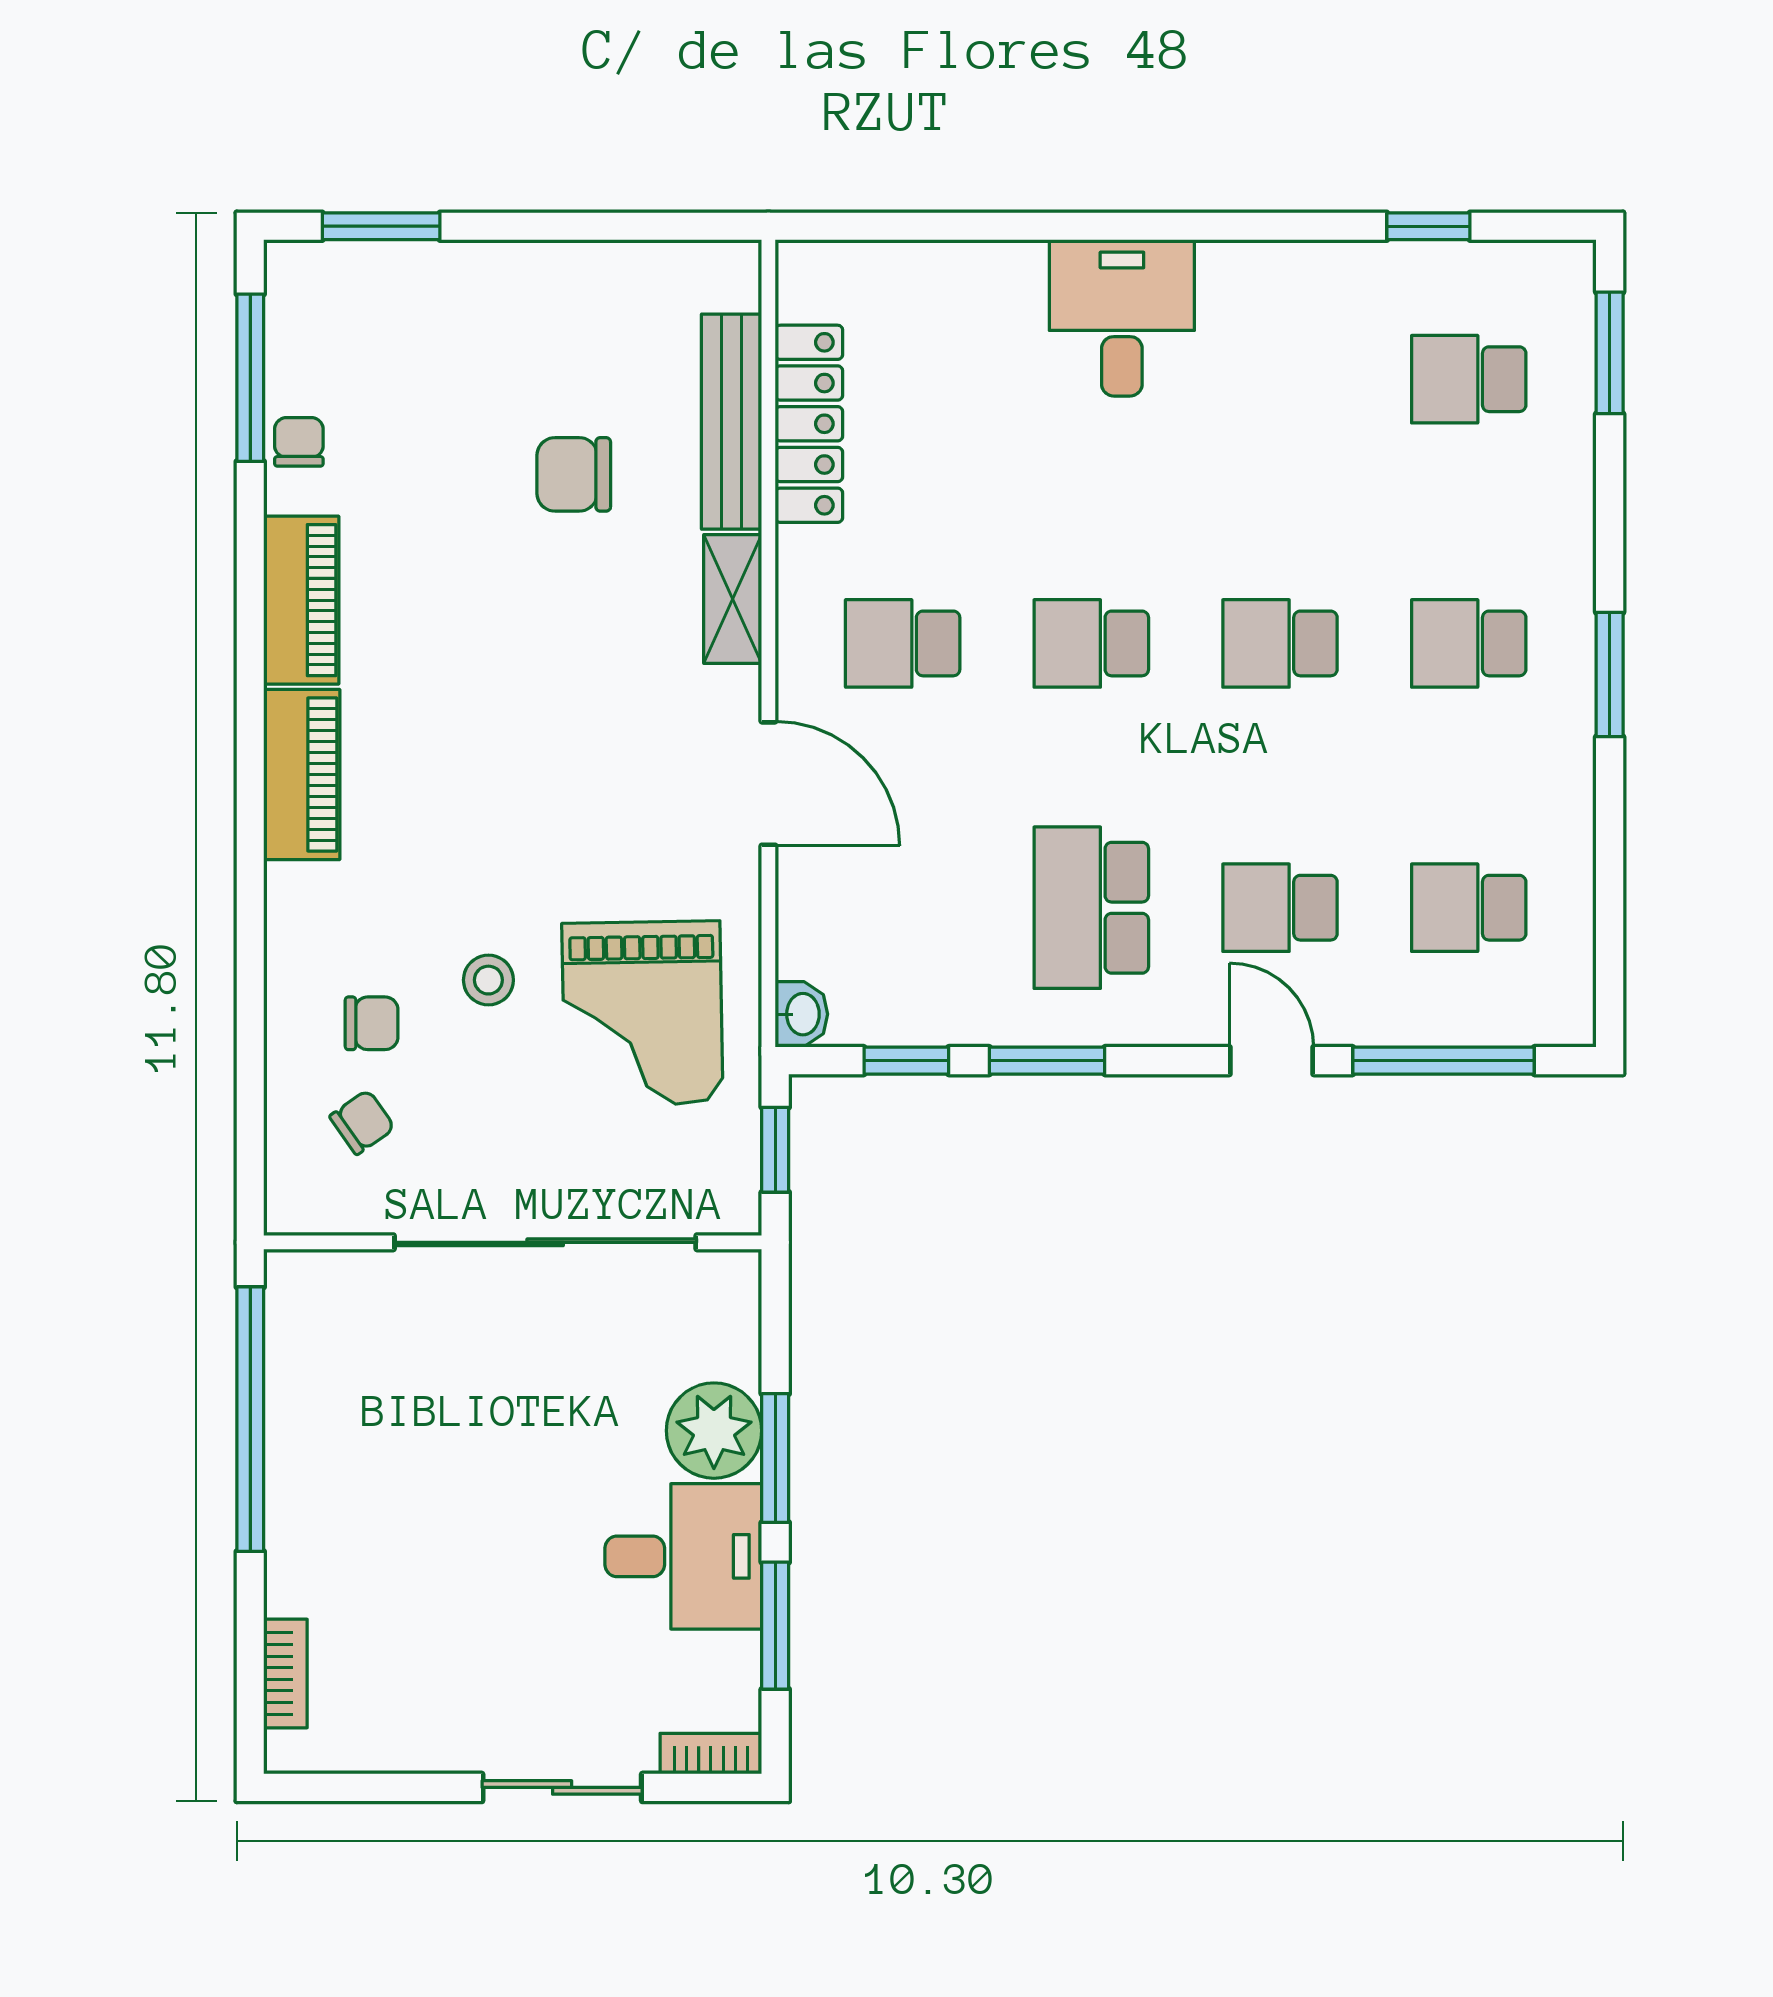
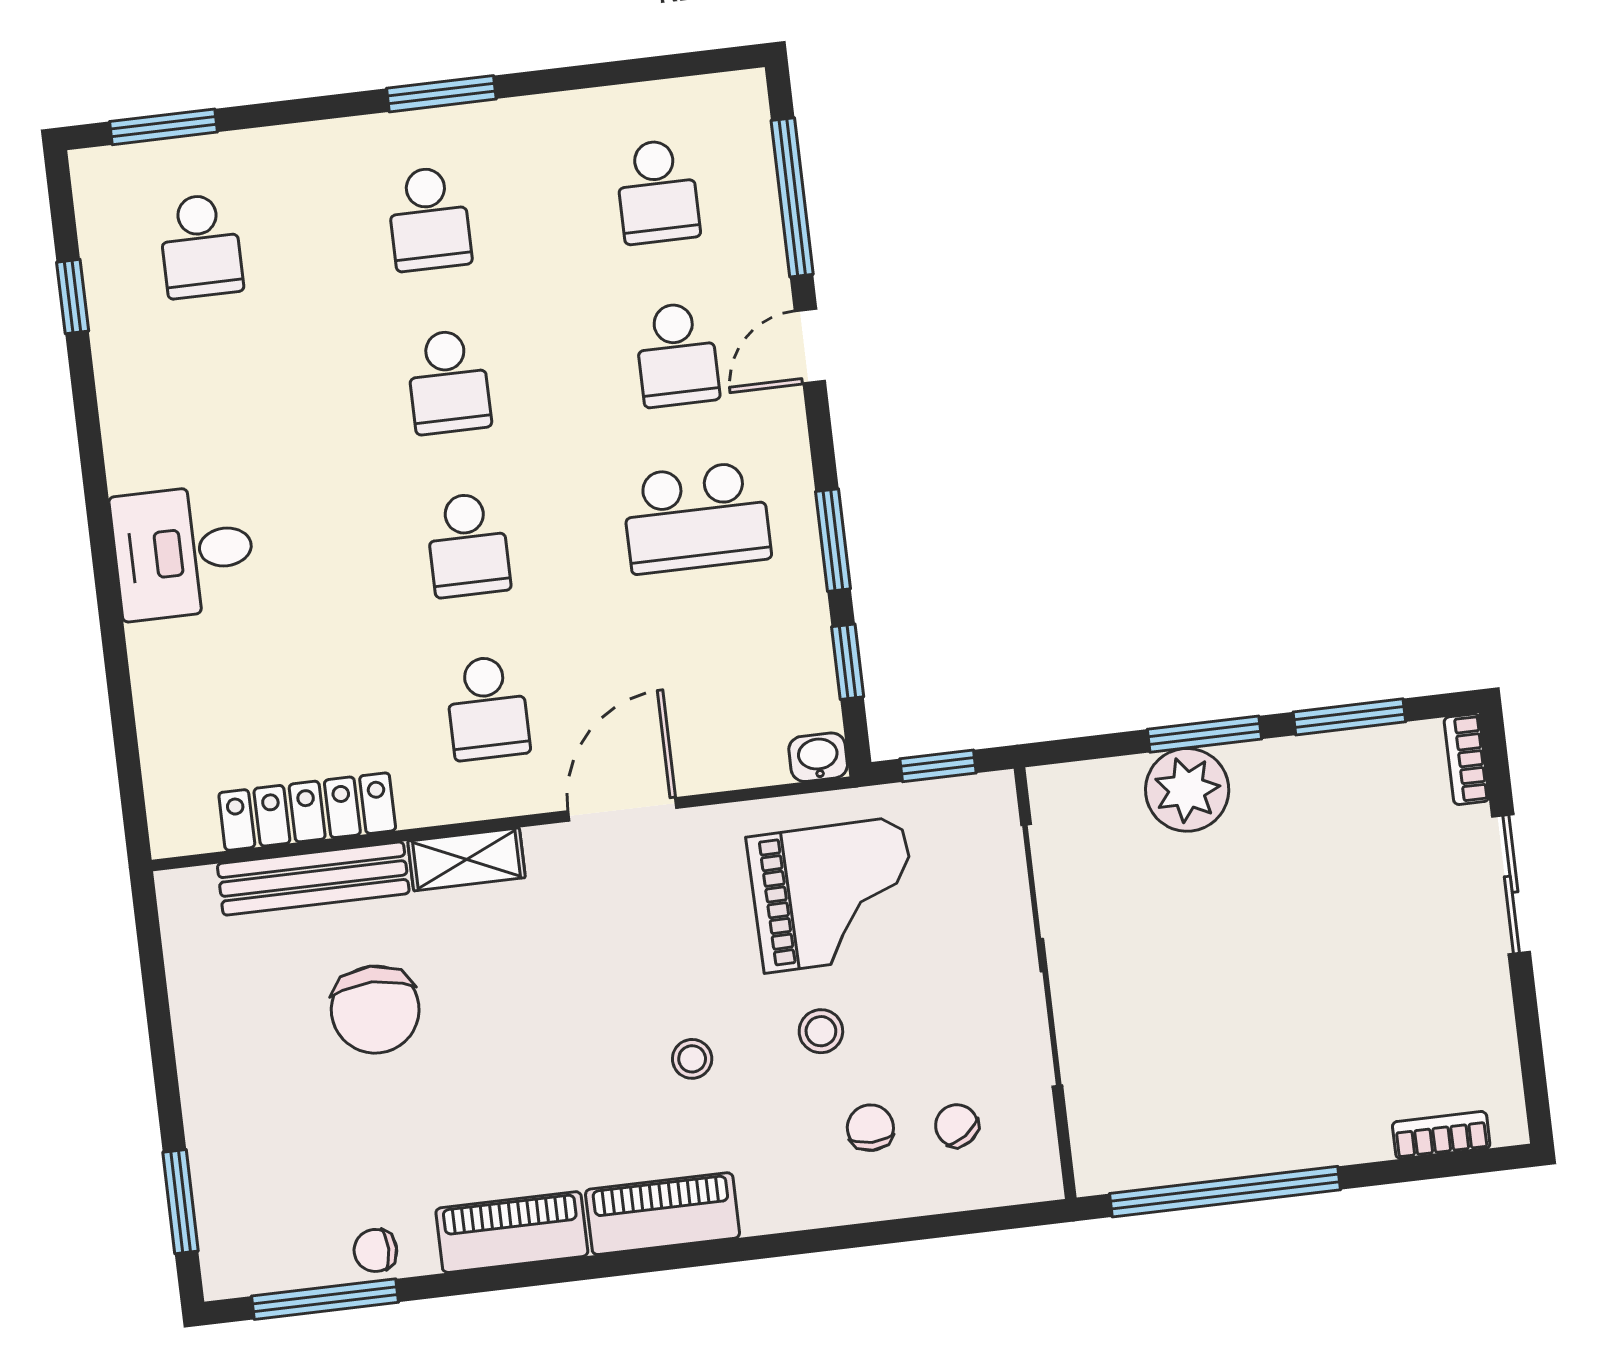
chair: (574, 474) -> (375, 1010), width x1.37, depth x1.37
stool: (474, 829) -> (692, 1059), added
desk: (683, 1556) -> (1299, 803), removed

